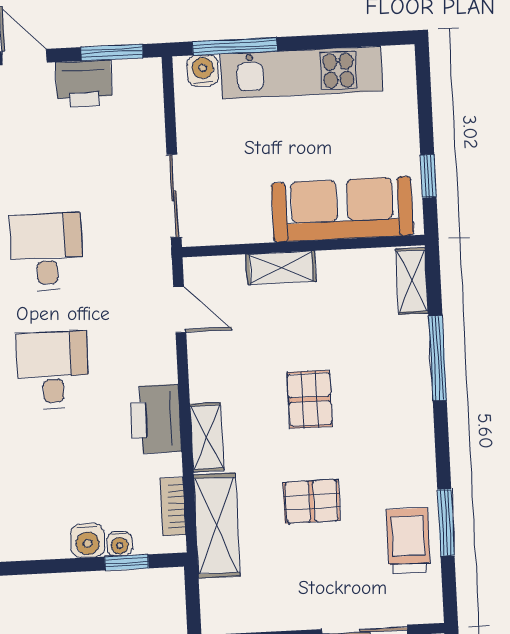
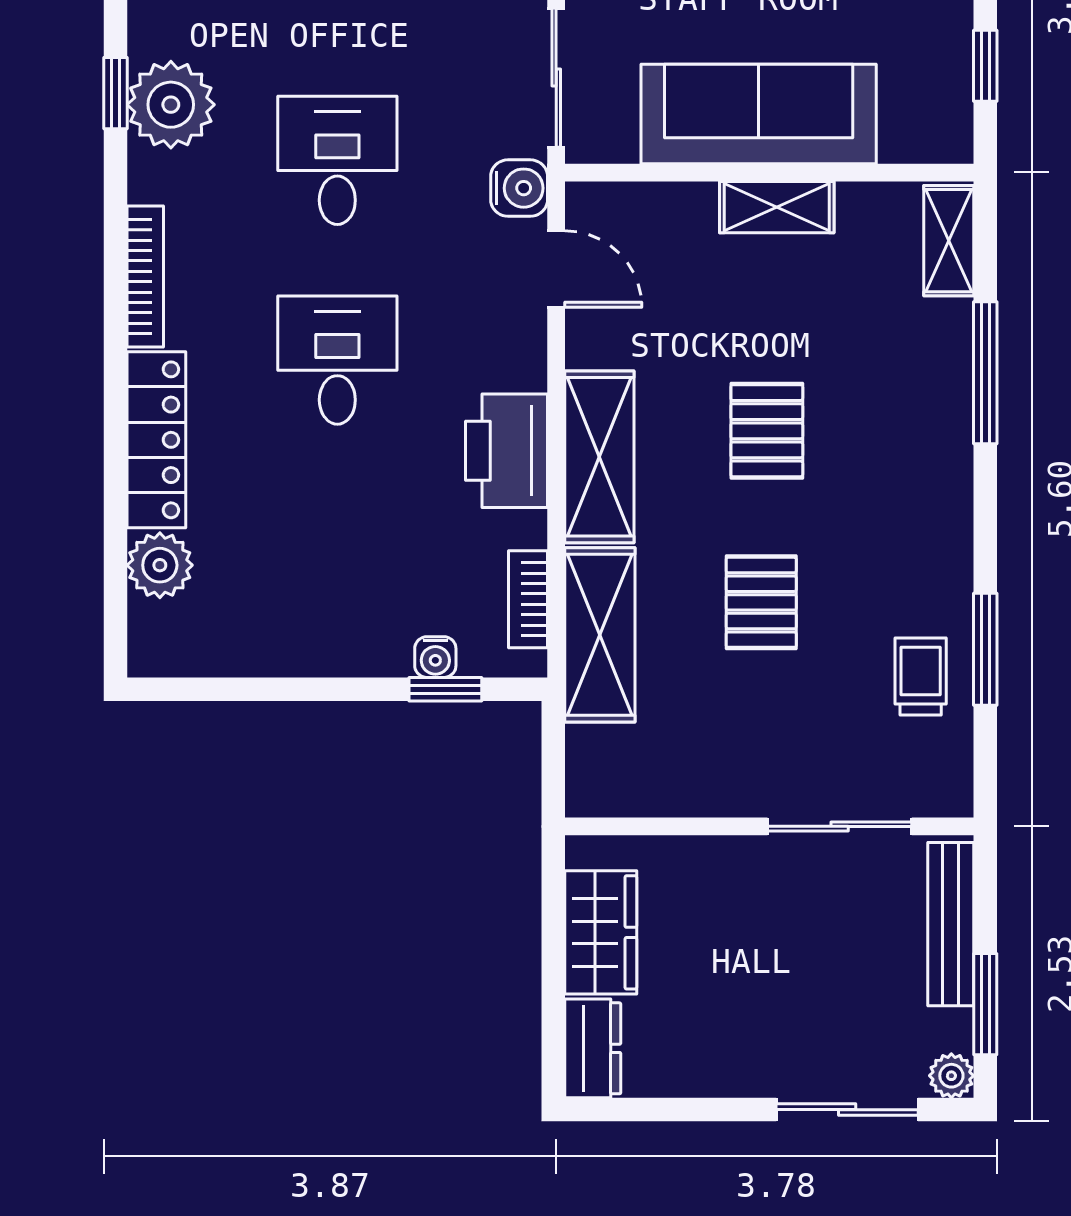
sofa: (342, 209) -> (759, 114), moved
shelving: (281, 268) -> (777, 207), moved
shelving: (207, 437) -> (599, 457), width x1.50, depth x1.33
pallet: (311, 501) -> (761, 602), turned 90
water cooler: (88, 541) -> (519, 188), moved, turned -90
trolley: (408, 541) -> (921, 676), width x0.73, depth x0.72

